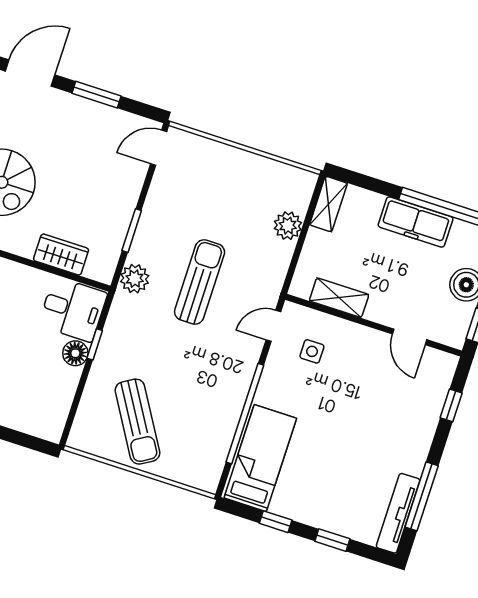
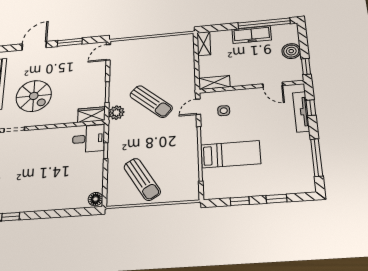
plant: (288, 226) -> (187, 60), removed
wardrobe: (61, 255) -> (91, 115), moved
sun lounger: (200, 282) -> (151, 102), turned 131
shelving: (339, 298) -> (214, 82), moved
floor lamp: (75, 353) -> (95, 199), moved
bed: (260, 458) -> (231, 154), moved, turned 90
tv unit: (398, 513) -> (301, 112), moved

